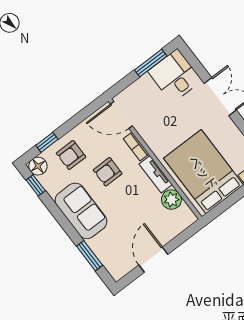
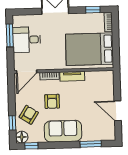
desk: (175, 76) -> (27, 40), moved
armchair: (71, 155) -> (29, 115), turned -147
plant: (171, 200) -> (92, 78), removed

